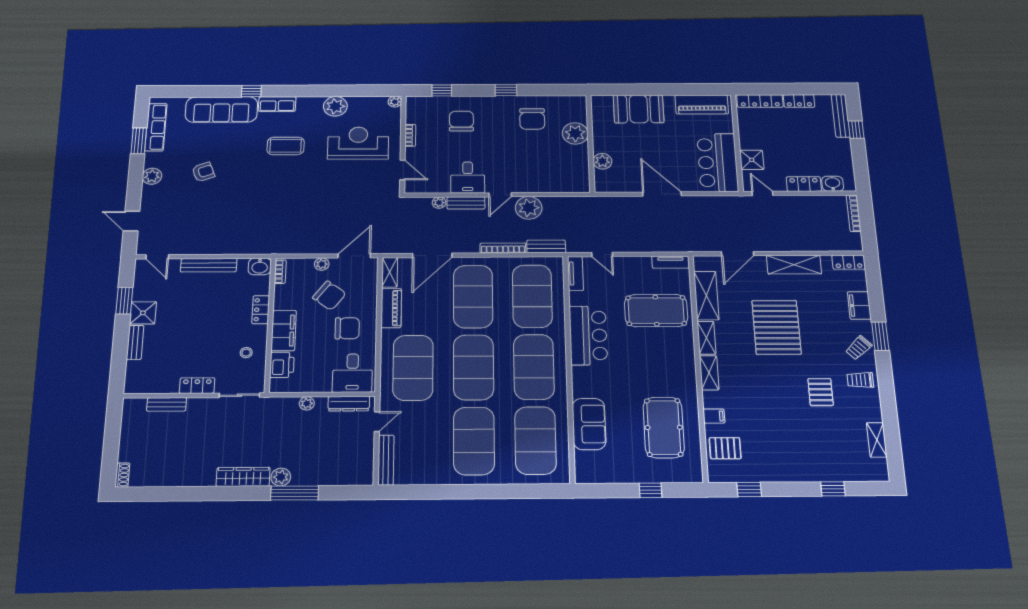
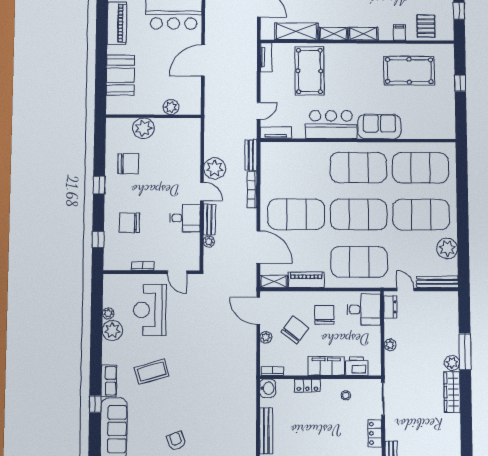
plant: (395, 102) -> (108, 313), moved
coffee table: (286, 146) -> (152, 372), turned 74
door: (402, 170) -> (177, 272), swing flipped
exercise mat: (532, 296) -> (296, 167), removed
dresser: (349, 404) -> (390, 307), width x0.70
sofa: (589, 424) -> (379, 127), moved
plant: (430, 472) -> (447, 248), added

